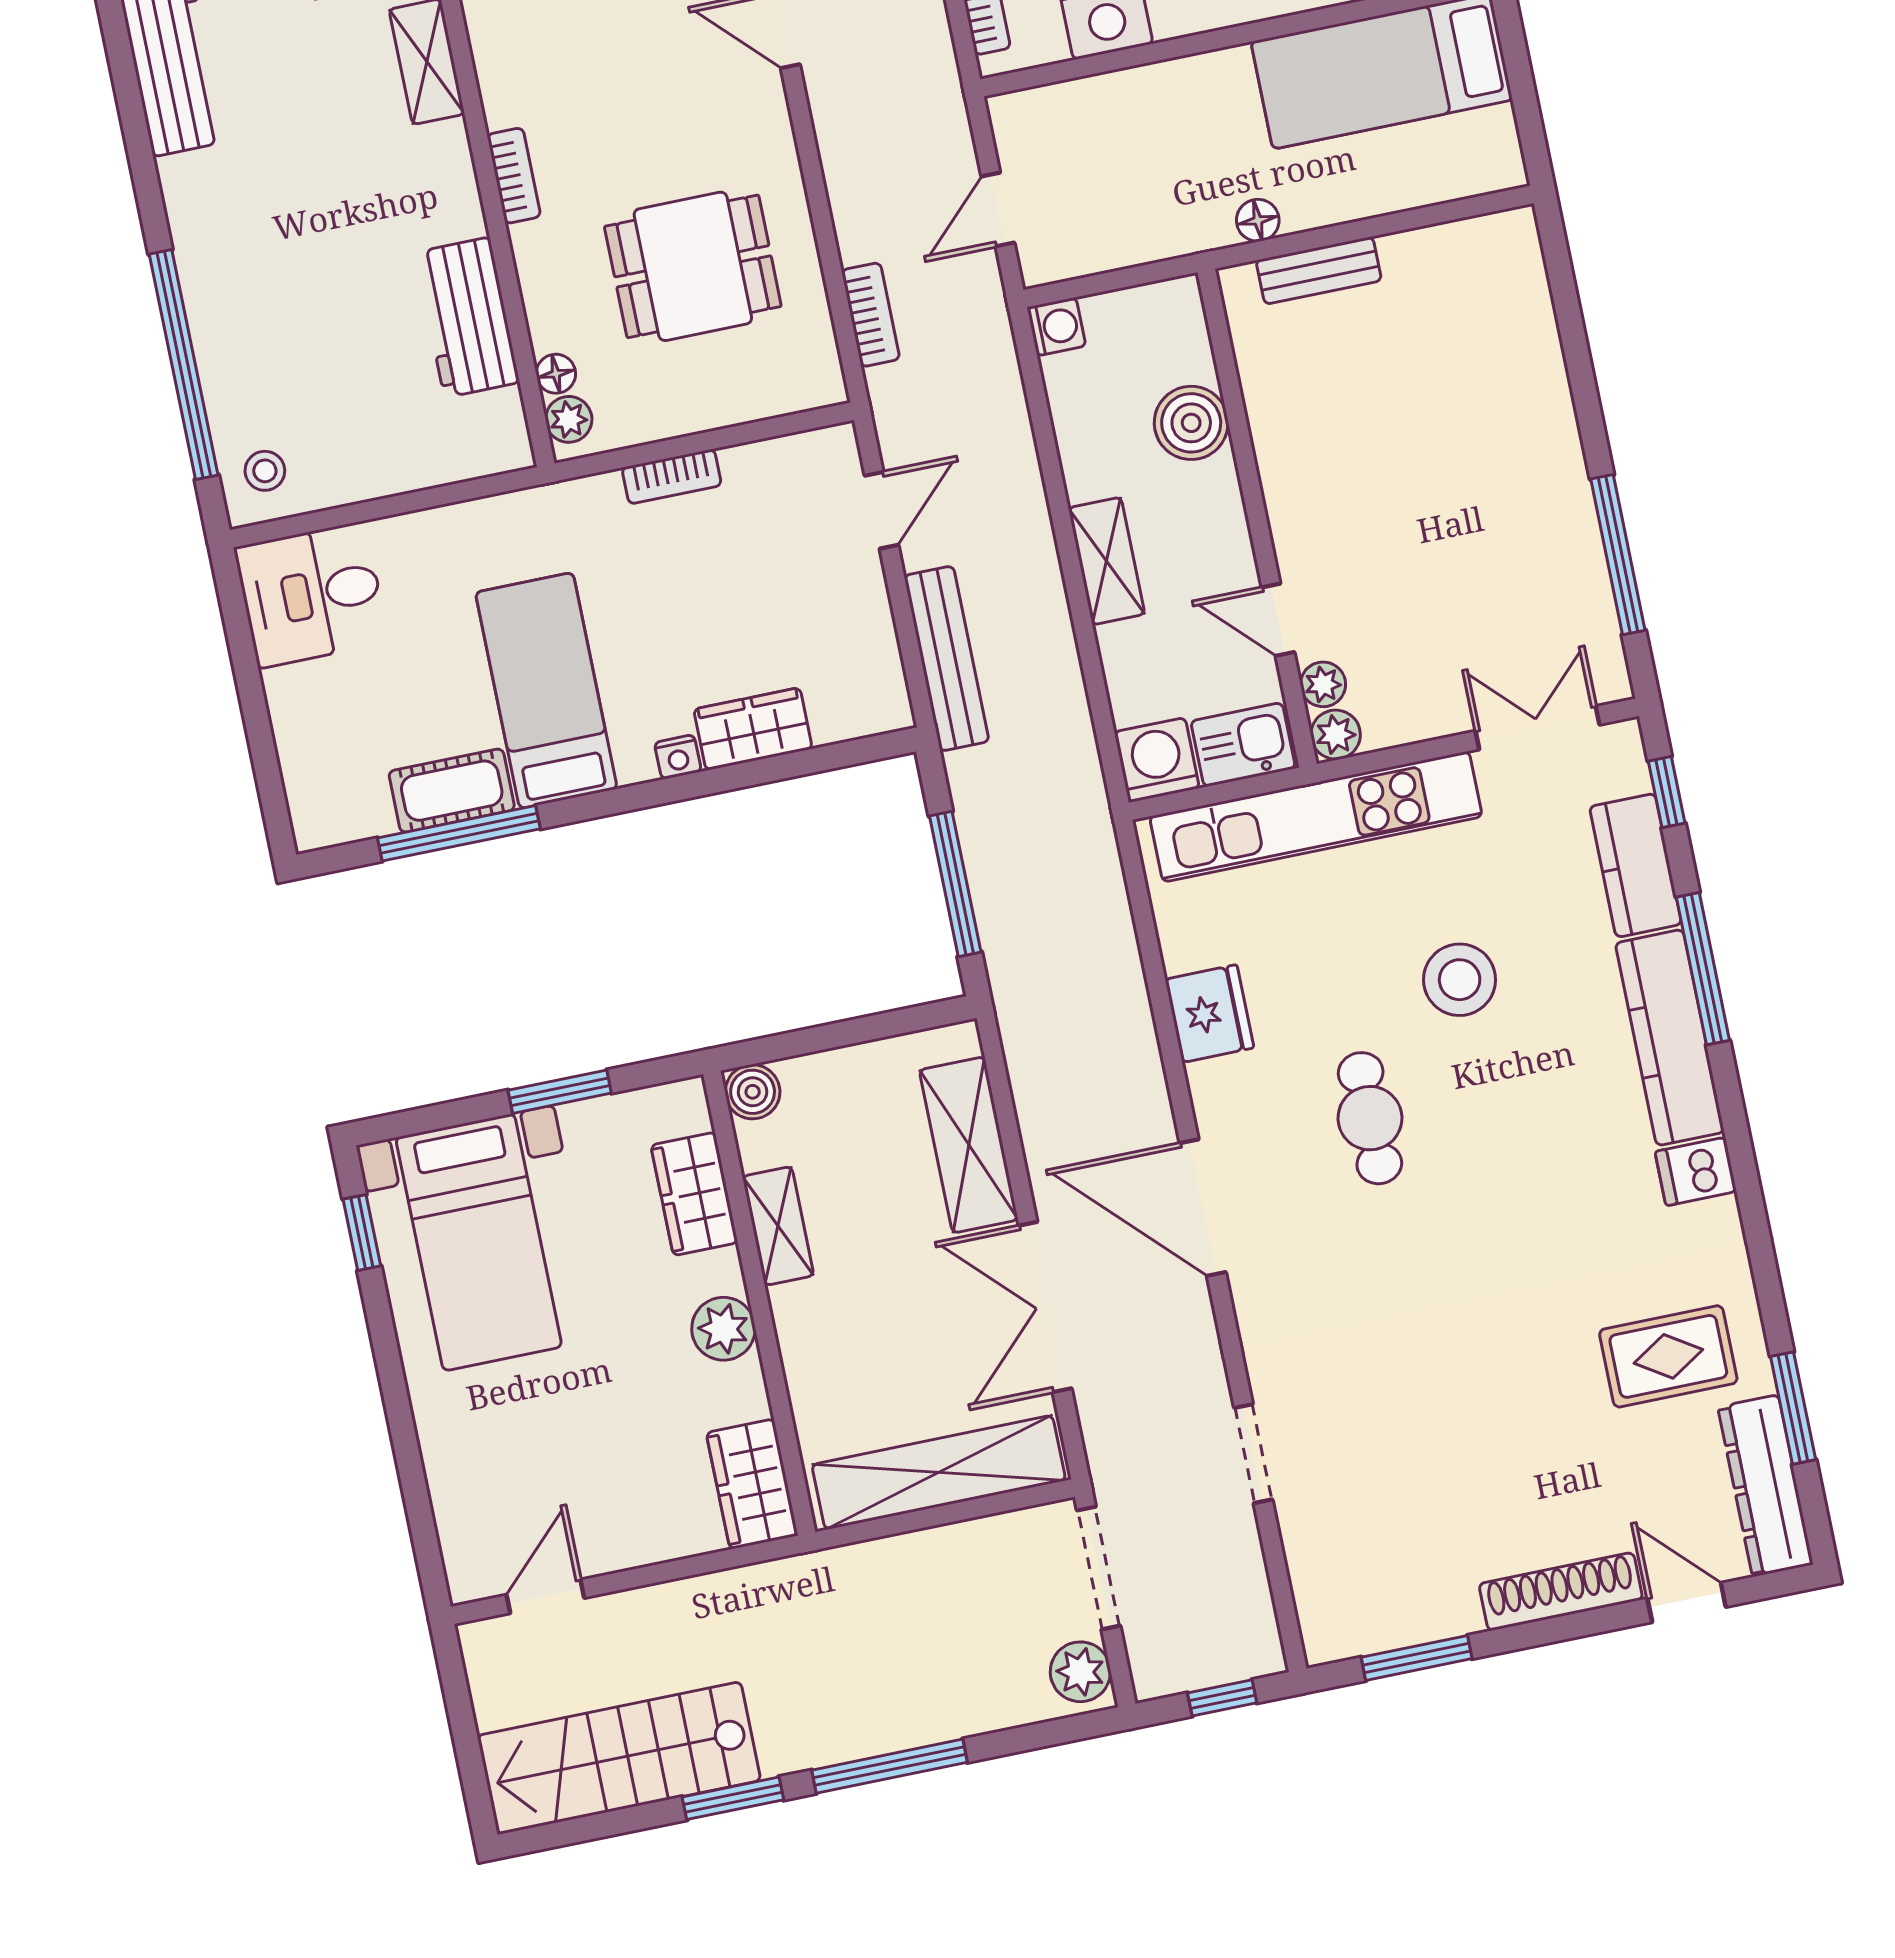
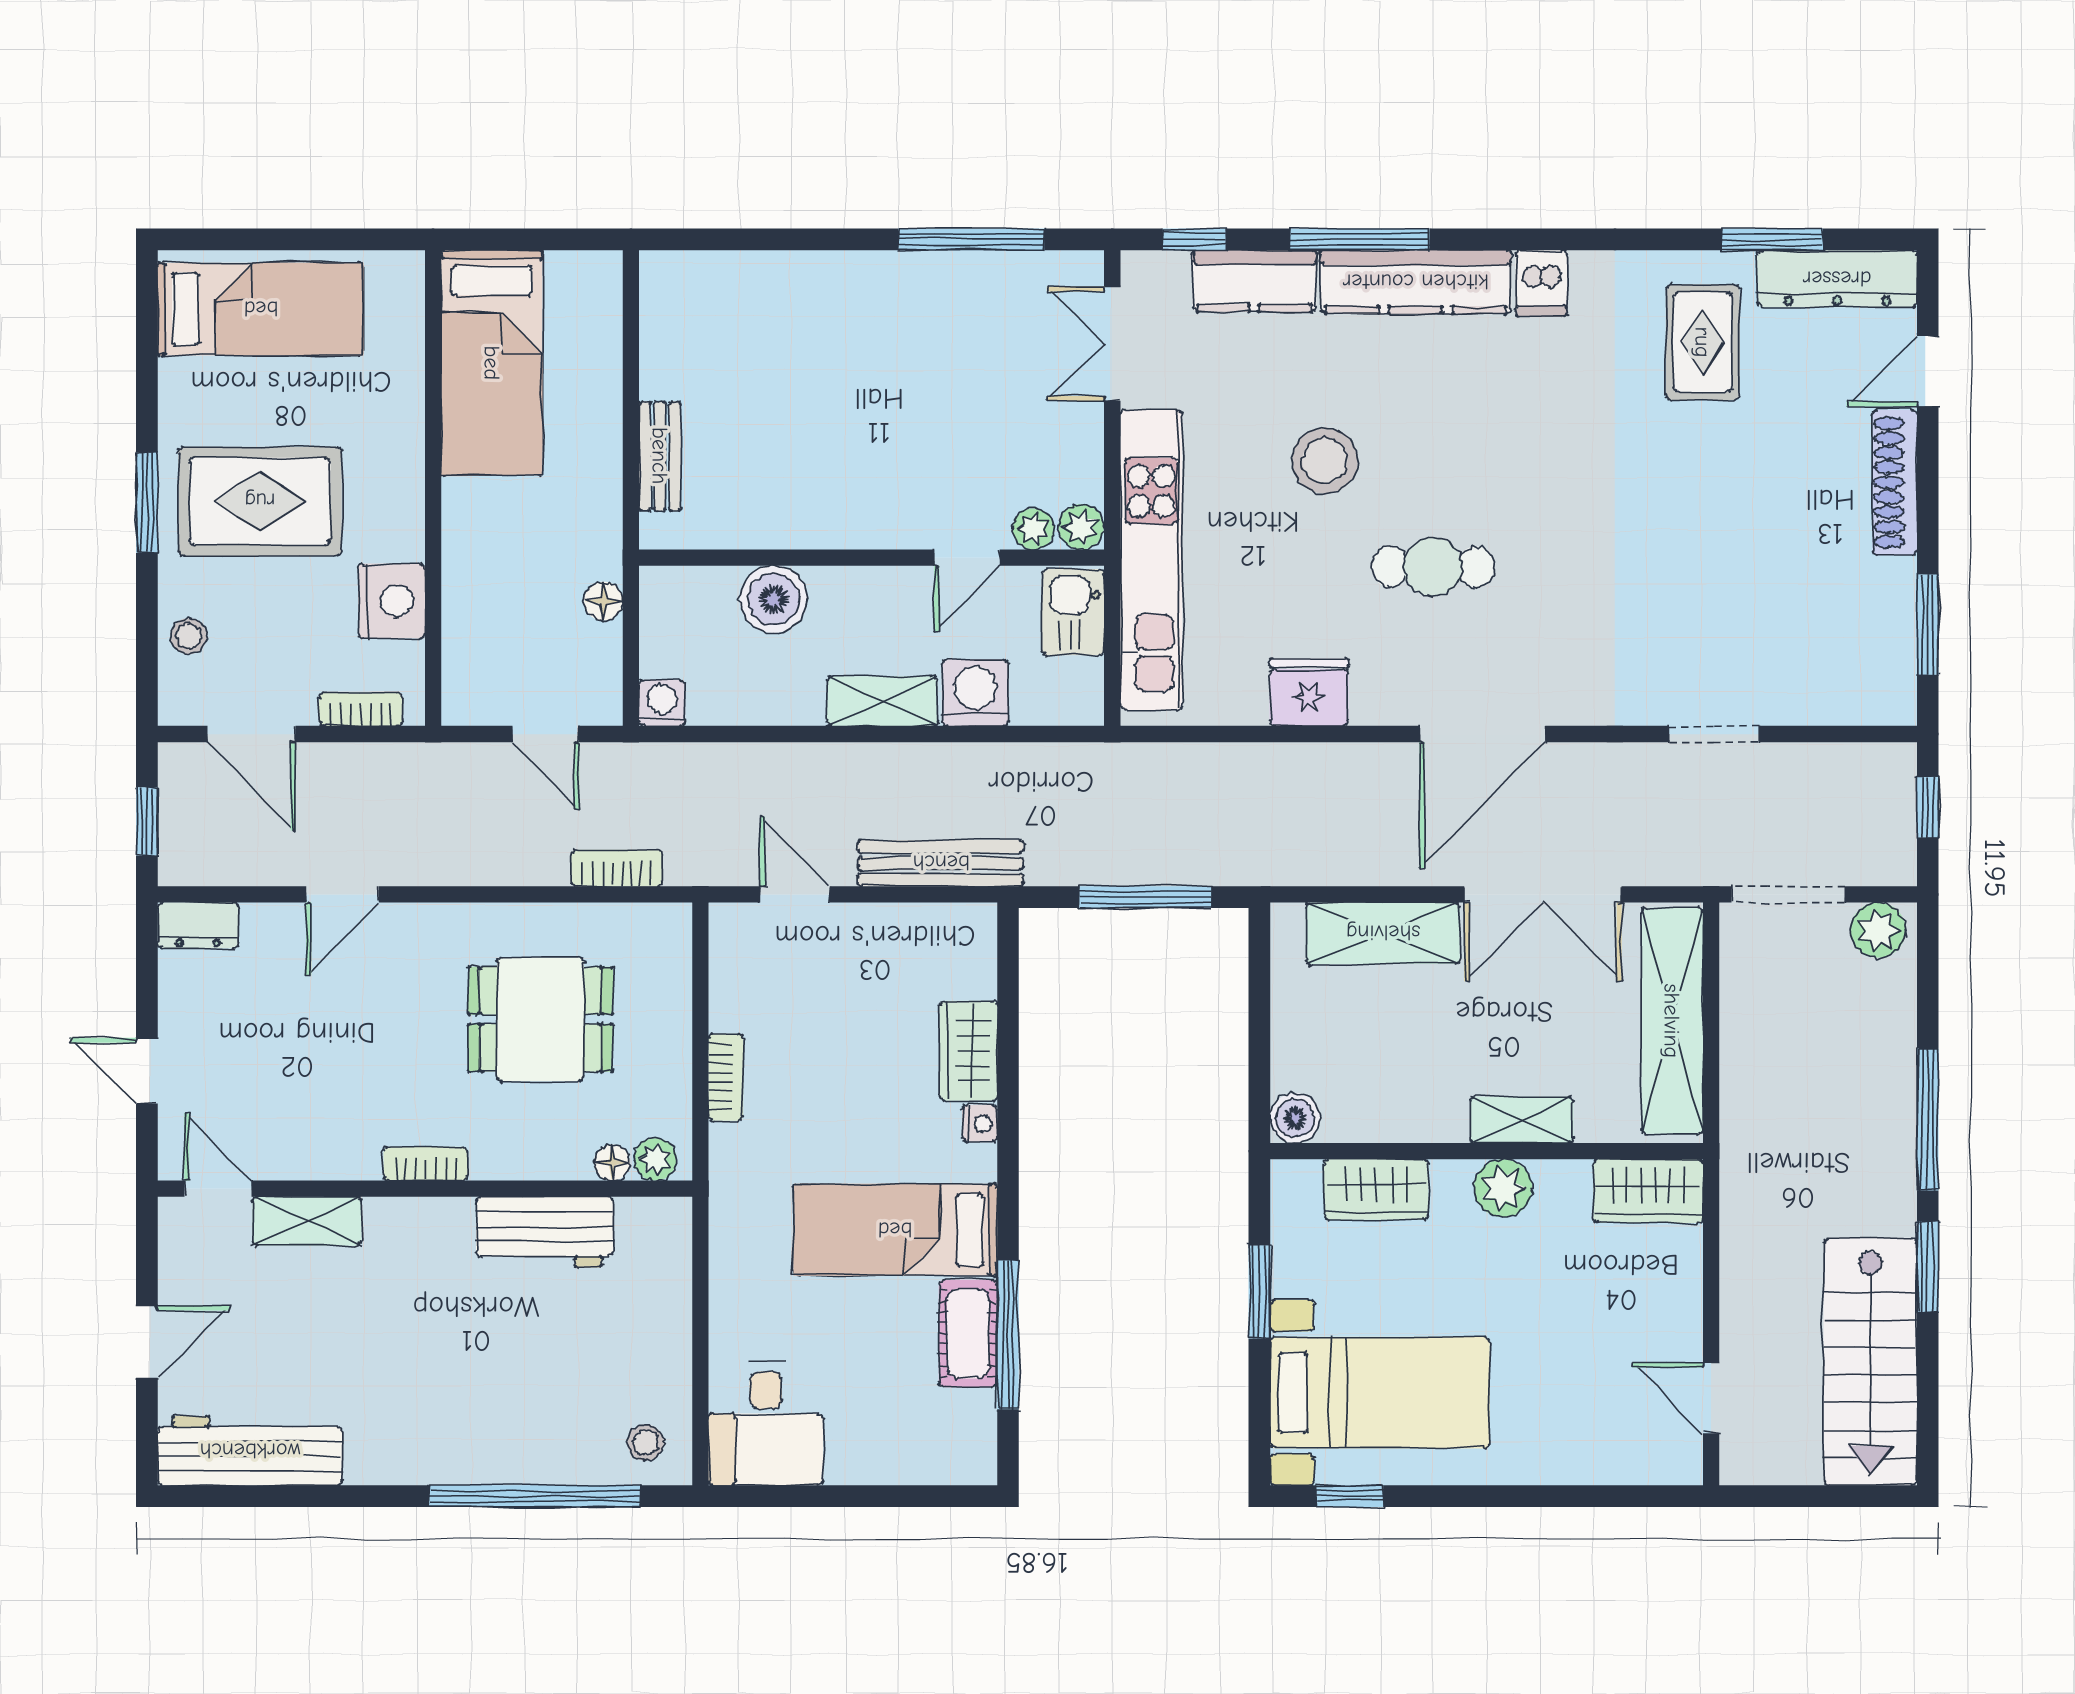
floor lamp: (1258, 220) -> (603, 601), moved
dining table: (693, 266) -> (540, 1019), turned 90
washing machine: (1157, 760) -> (975, 693), moved, turned 90
shelving: (778, 1226) -> (1522, 1120), moved

